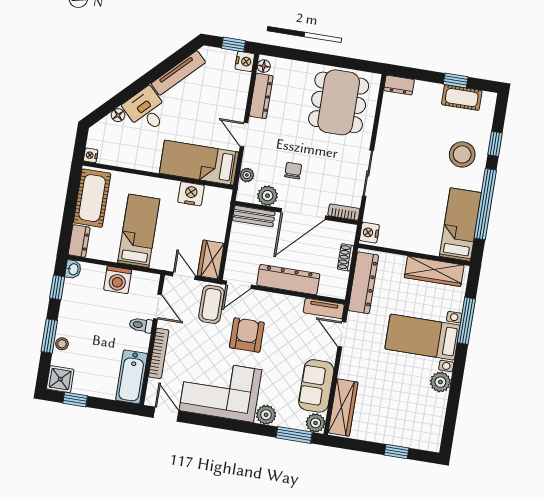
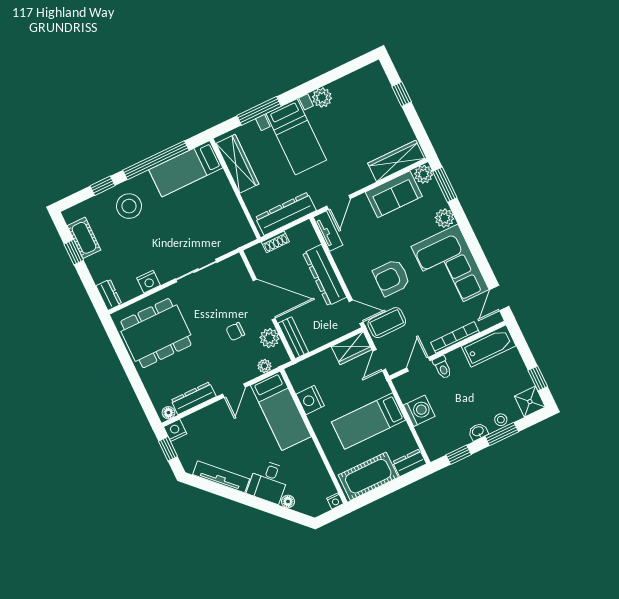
bookcase: (344, 212) -> (240, 268), removed
nightstand: (369, 233) -> (149, 282), moved
washbasin: (73, 269) -> (478, 432), moved

